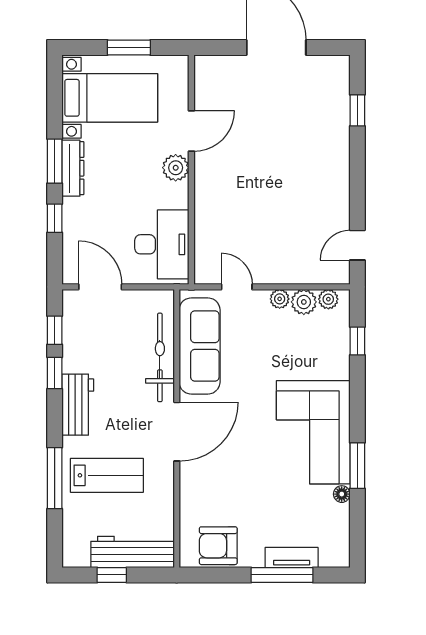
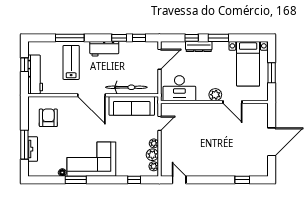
dresser: (73, 168) -> (199, 47), moved
lab bench: (107, 475) -> (71, 62), turned 180
armchair: (218, 546) -> (48, 118), moved

